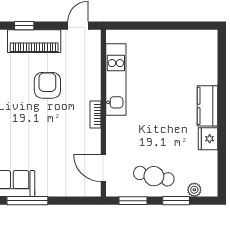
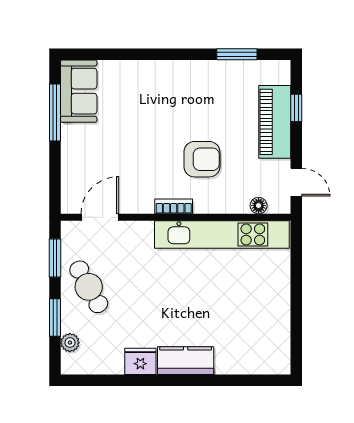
floor lamp: (95, 53) -> (259, 206), added
kitchen unit: (116, 80) -> (222, 234), width x1.36
armchair: (47, 85) -> (202, 159), moved
cafe table: (154, 176) -> (89, 287), turned -42

